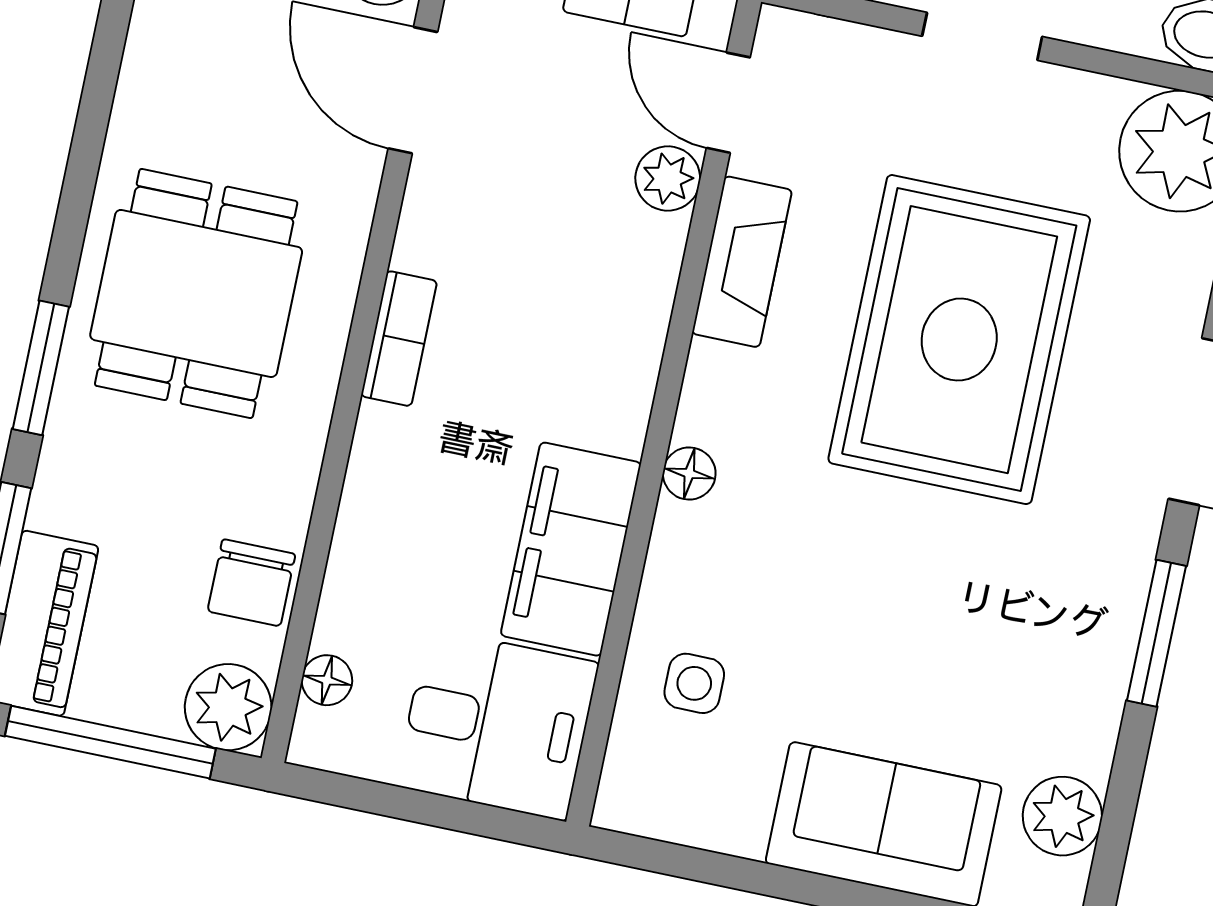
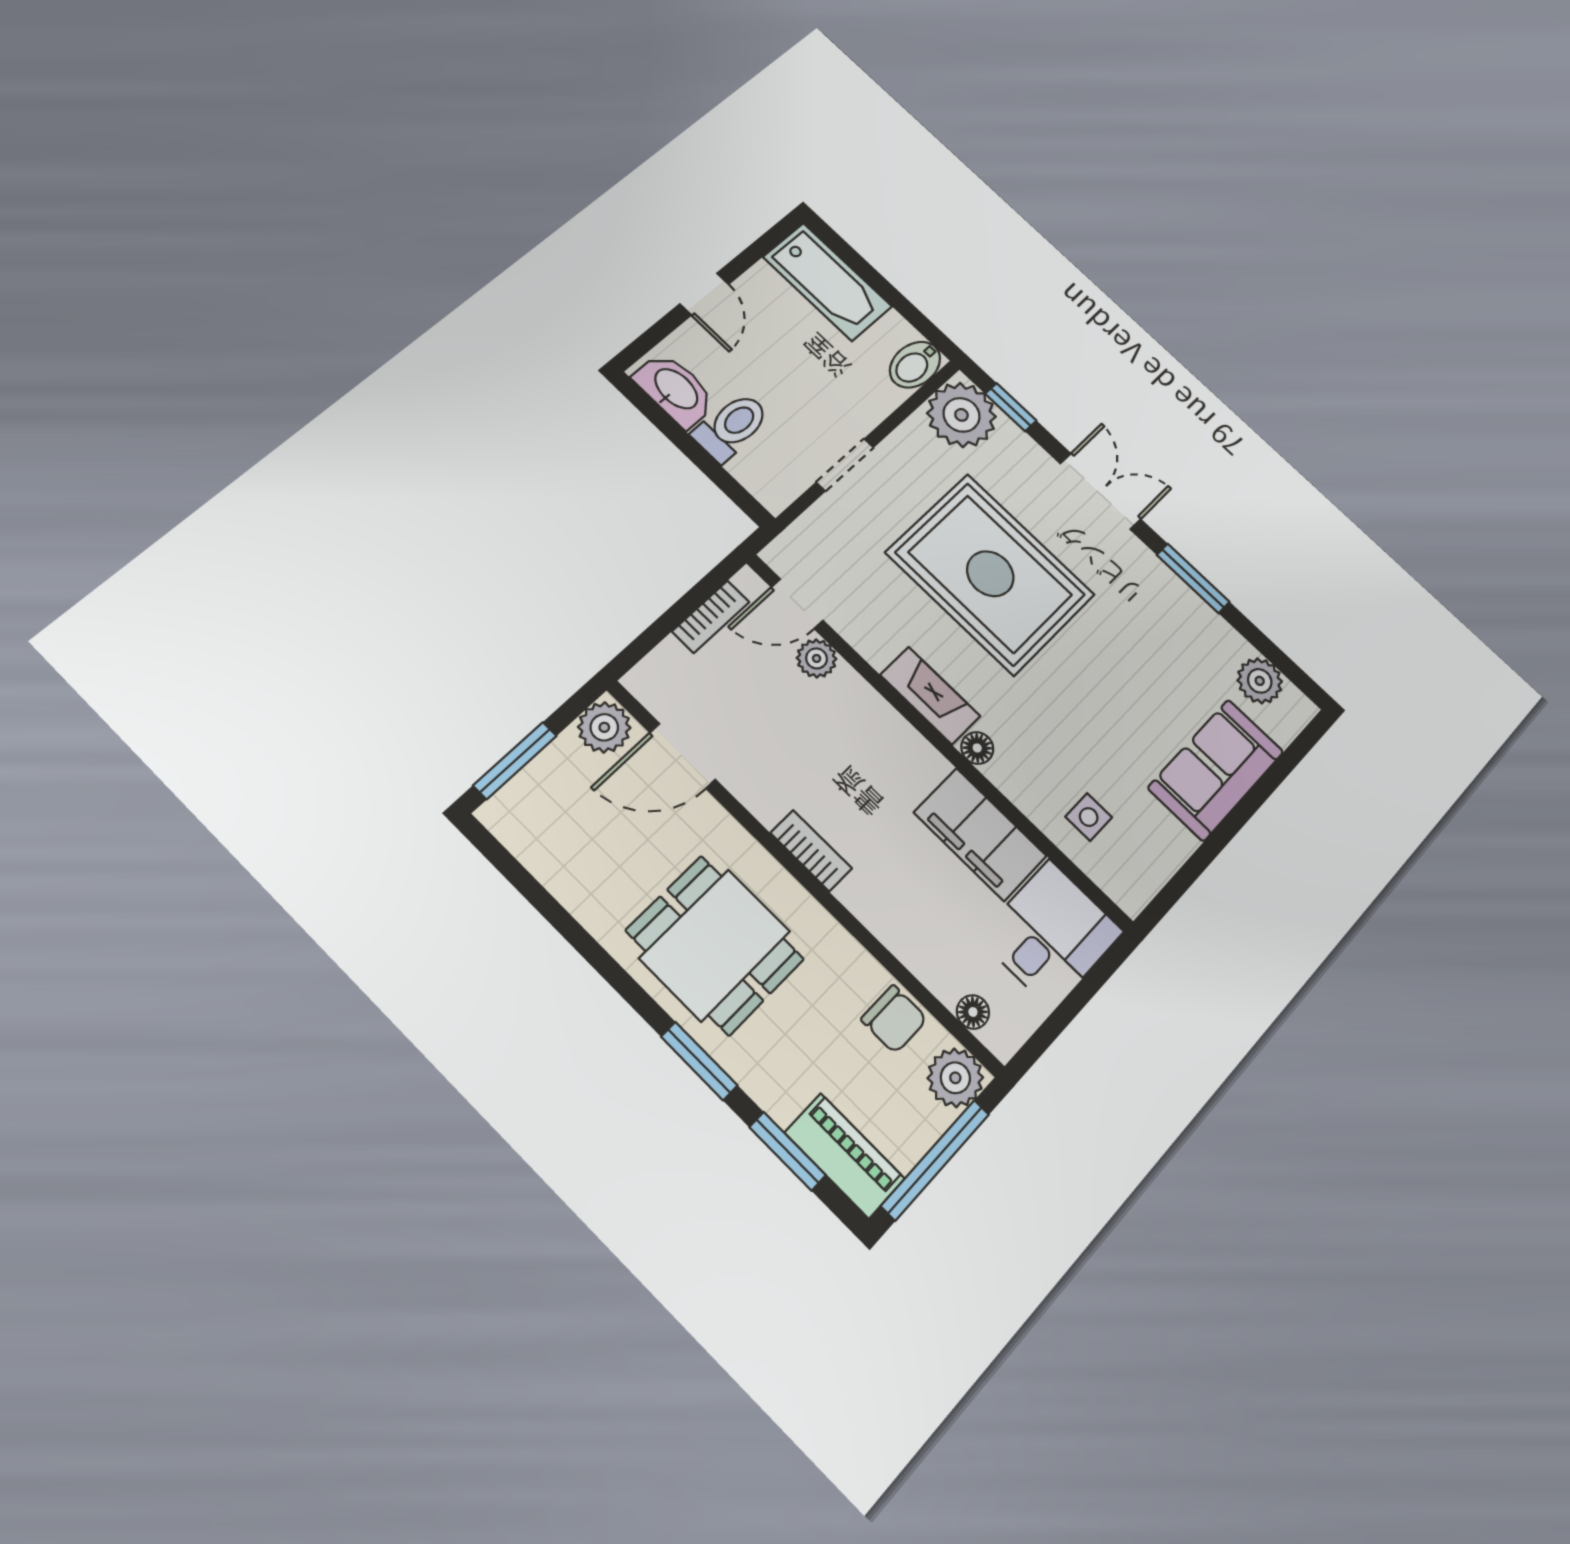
fireplace: (742, 262) -> (930, 696), moved

